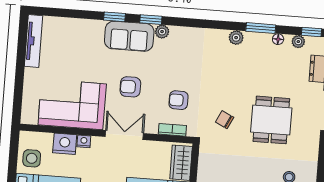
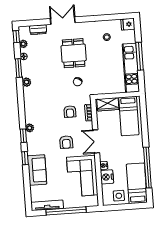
sofa: (129, 36) -> (37, 170), moved
window: (20, 70) -> (66, 211), added
dining table: (271, 120) -> (74, 53), turned 90

